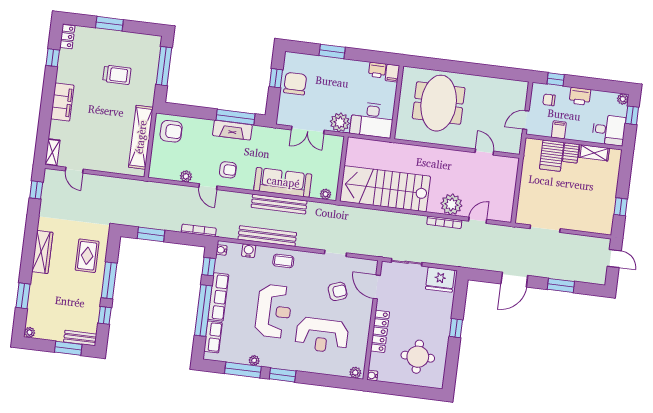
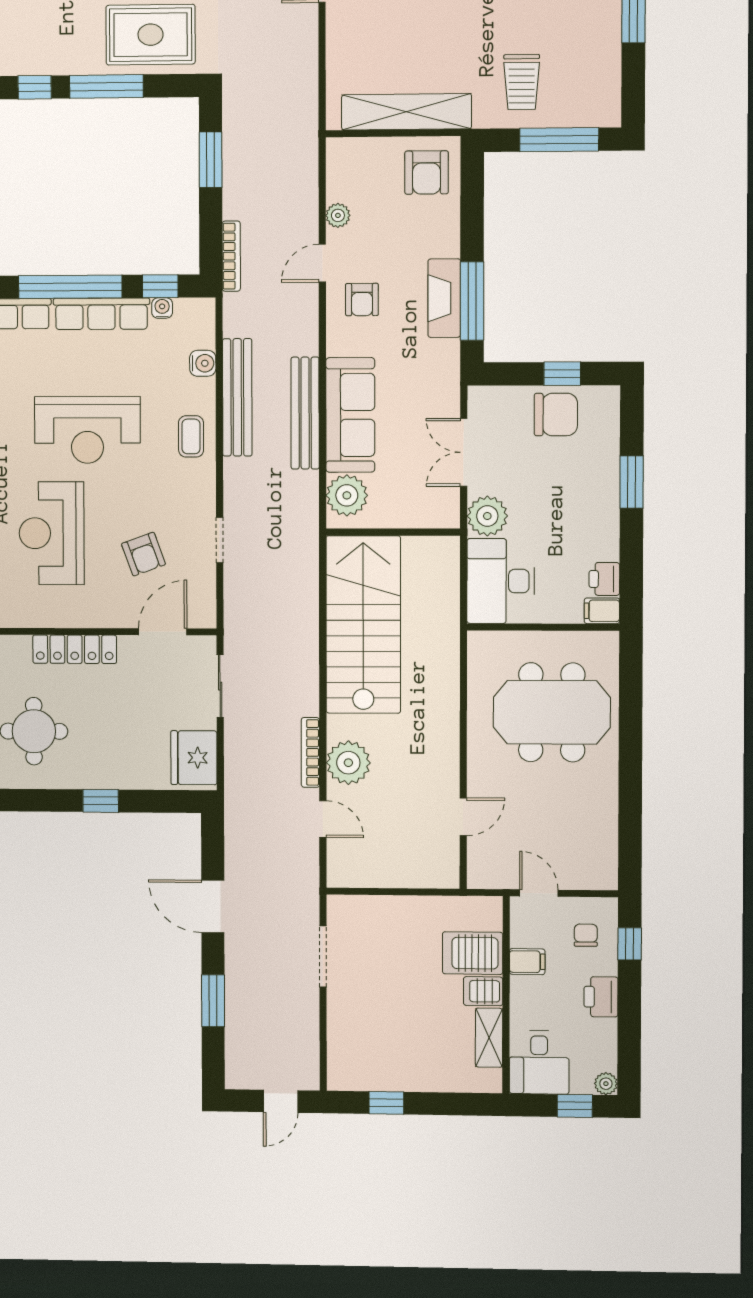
trolley: (117, 75) -> (522, 82), moved
plant: (326, 194) -> (347, 495), width x1.88, depth x1.88
water cooler: (221, 250) -> (162, 308), moved
rug: (87, 256) -> (151, 35), width x1.36, depth x1.43

